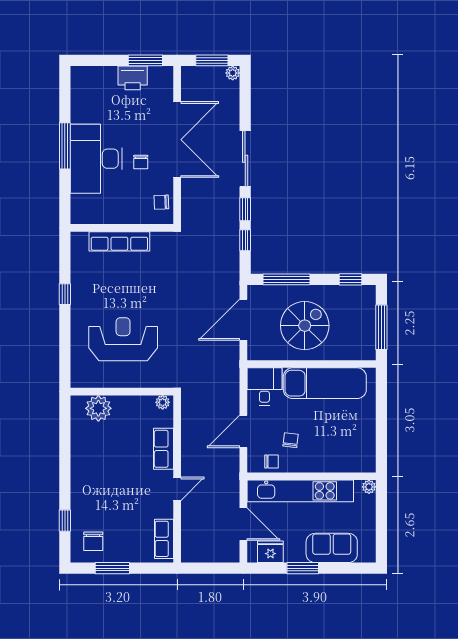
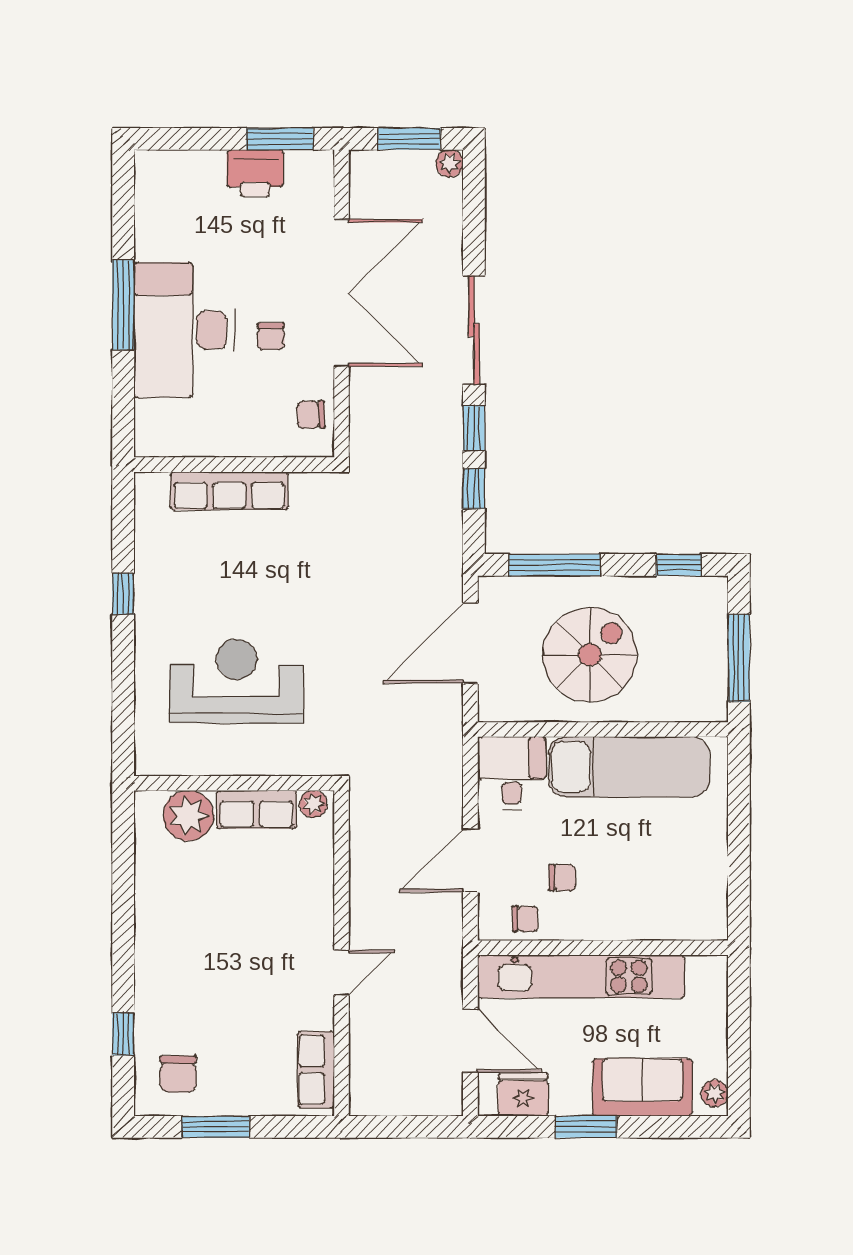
chair: (291, 440) -> (562, 878), turned 83
row of seats: (164, 449) -> (257, 810), moved, turned -90
plant: (369, 487) -> (715, 1093), moved

